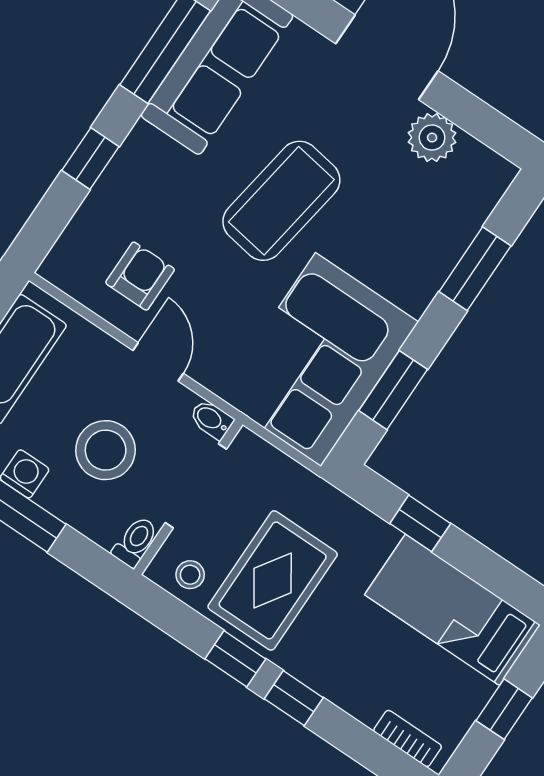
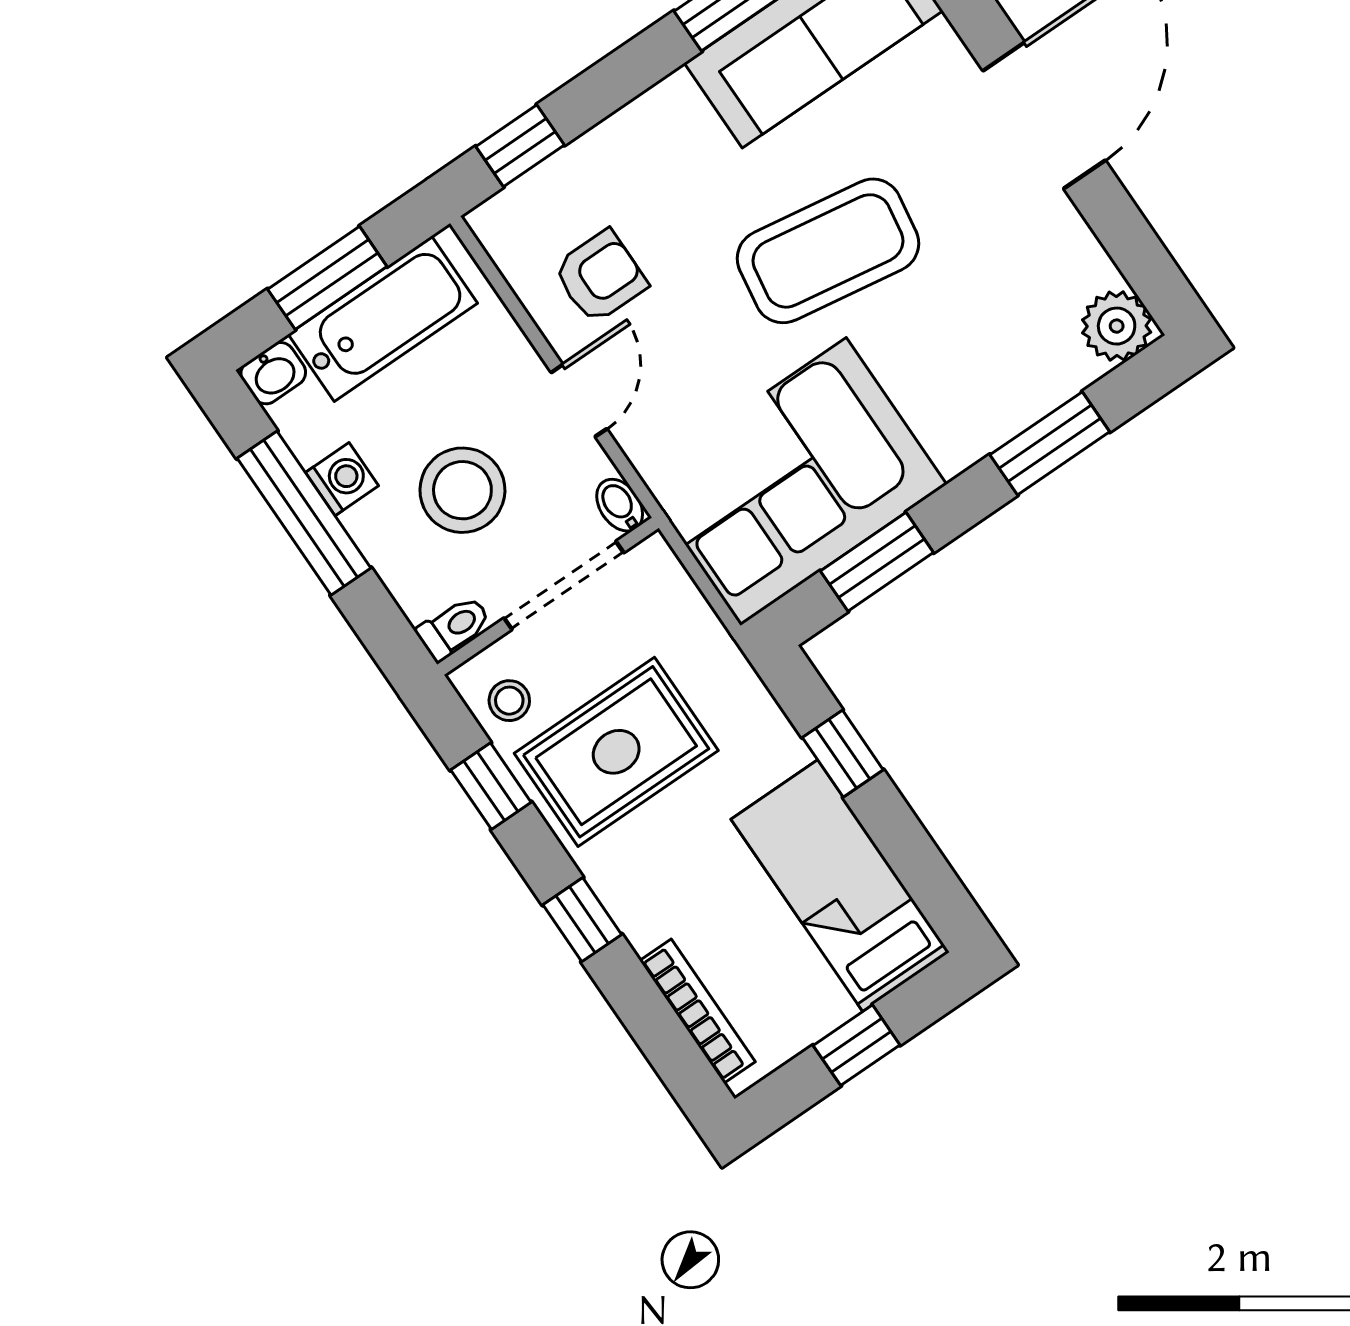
plant: (432, 138) -> (1117, 326), moved
window: (90, 158) -> (520, 146), moved
window: (235, 659) -> (491, 786), moved
bookcase: (408, 738) -> (697, 1011), width x1.56

